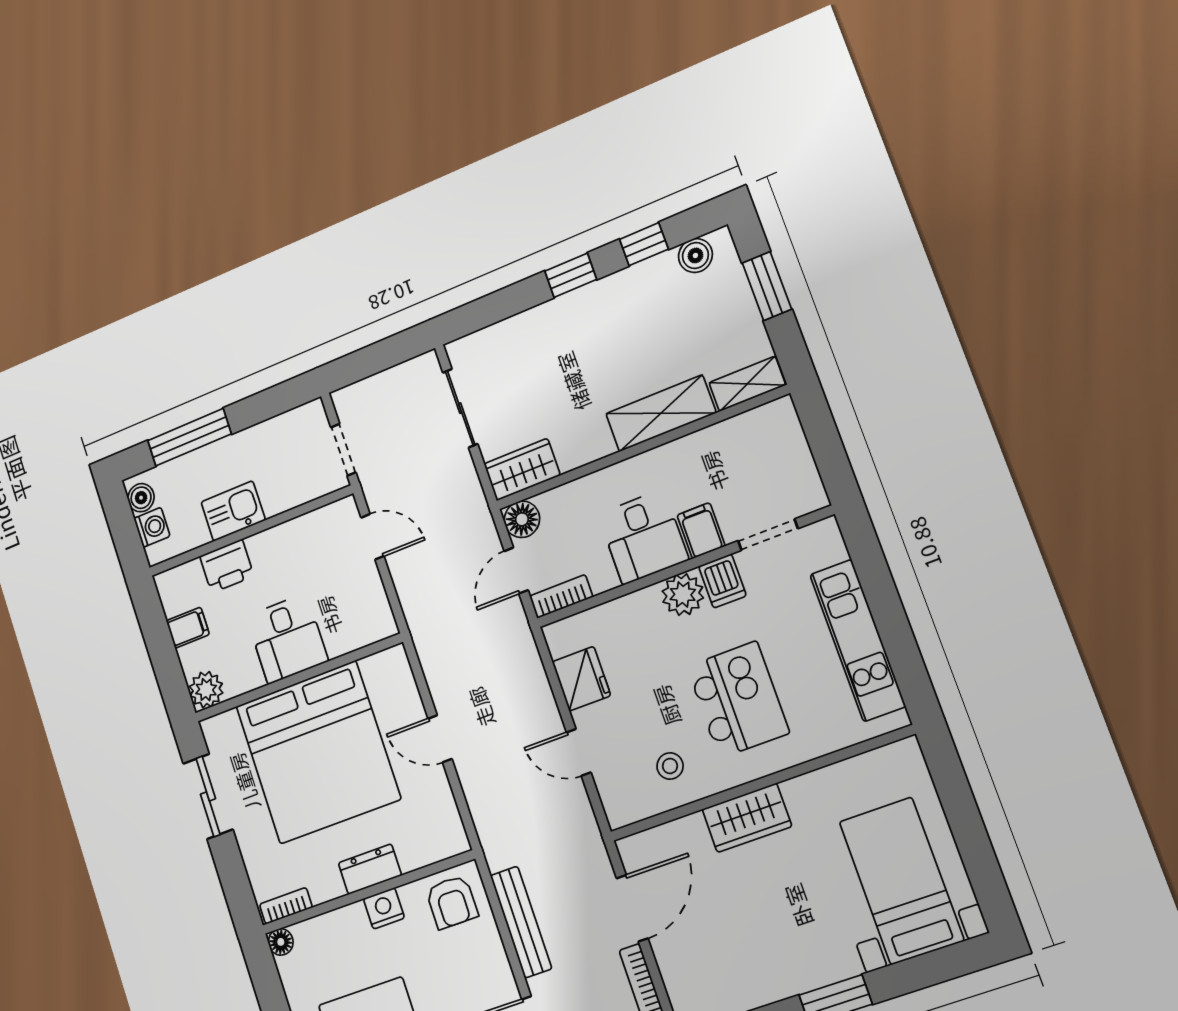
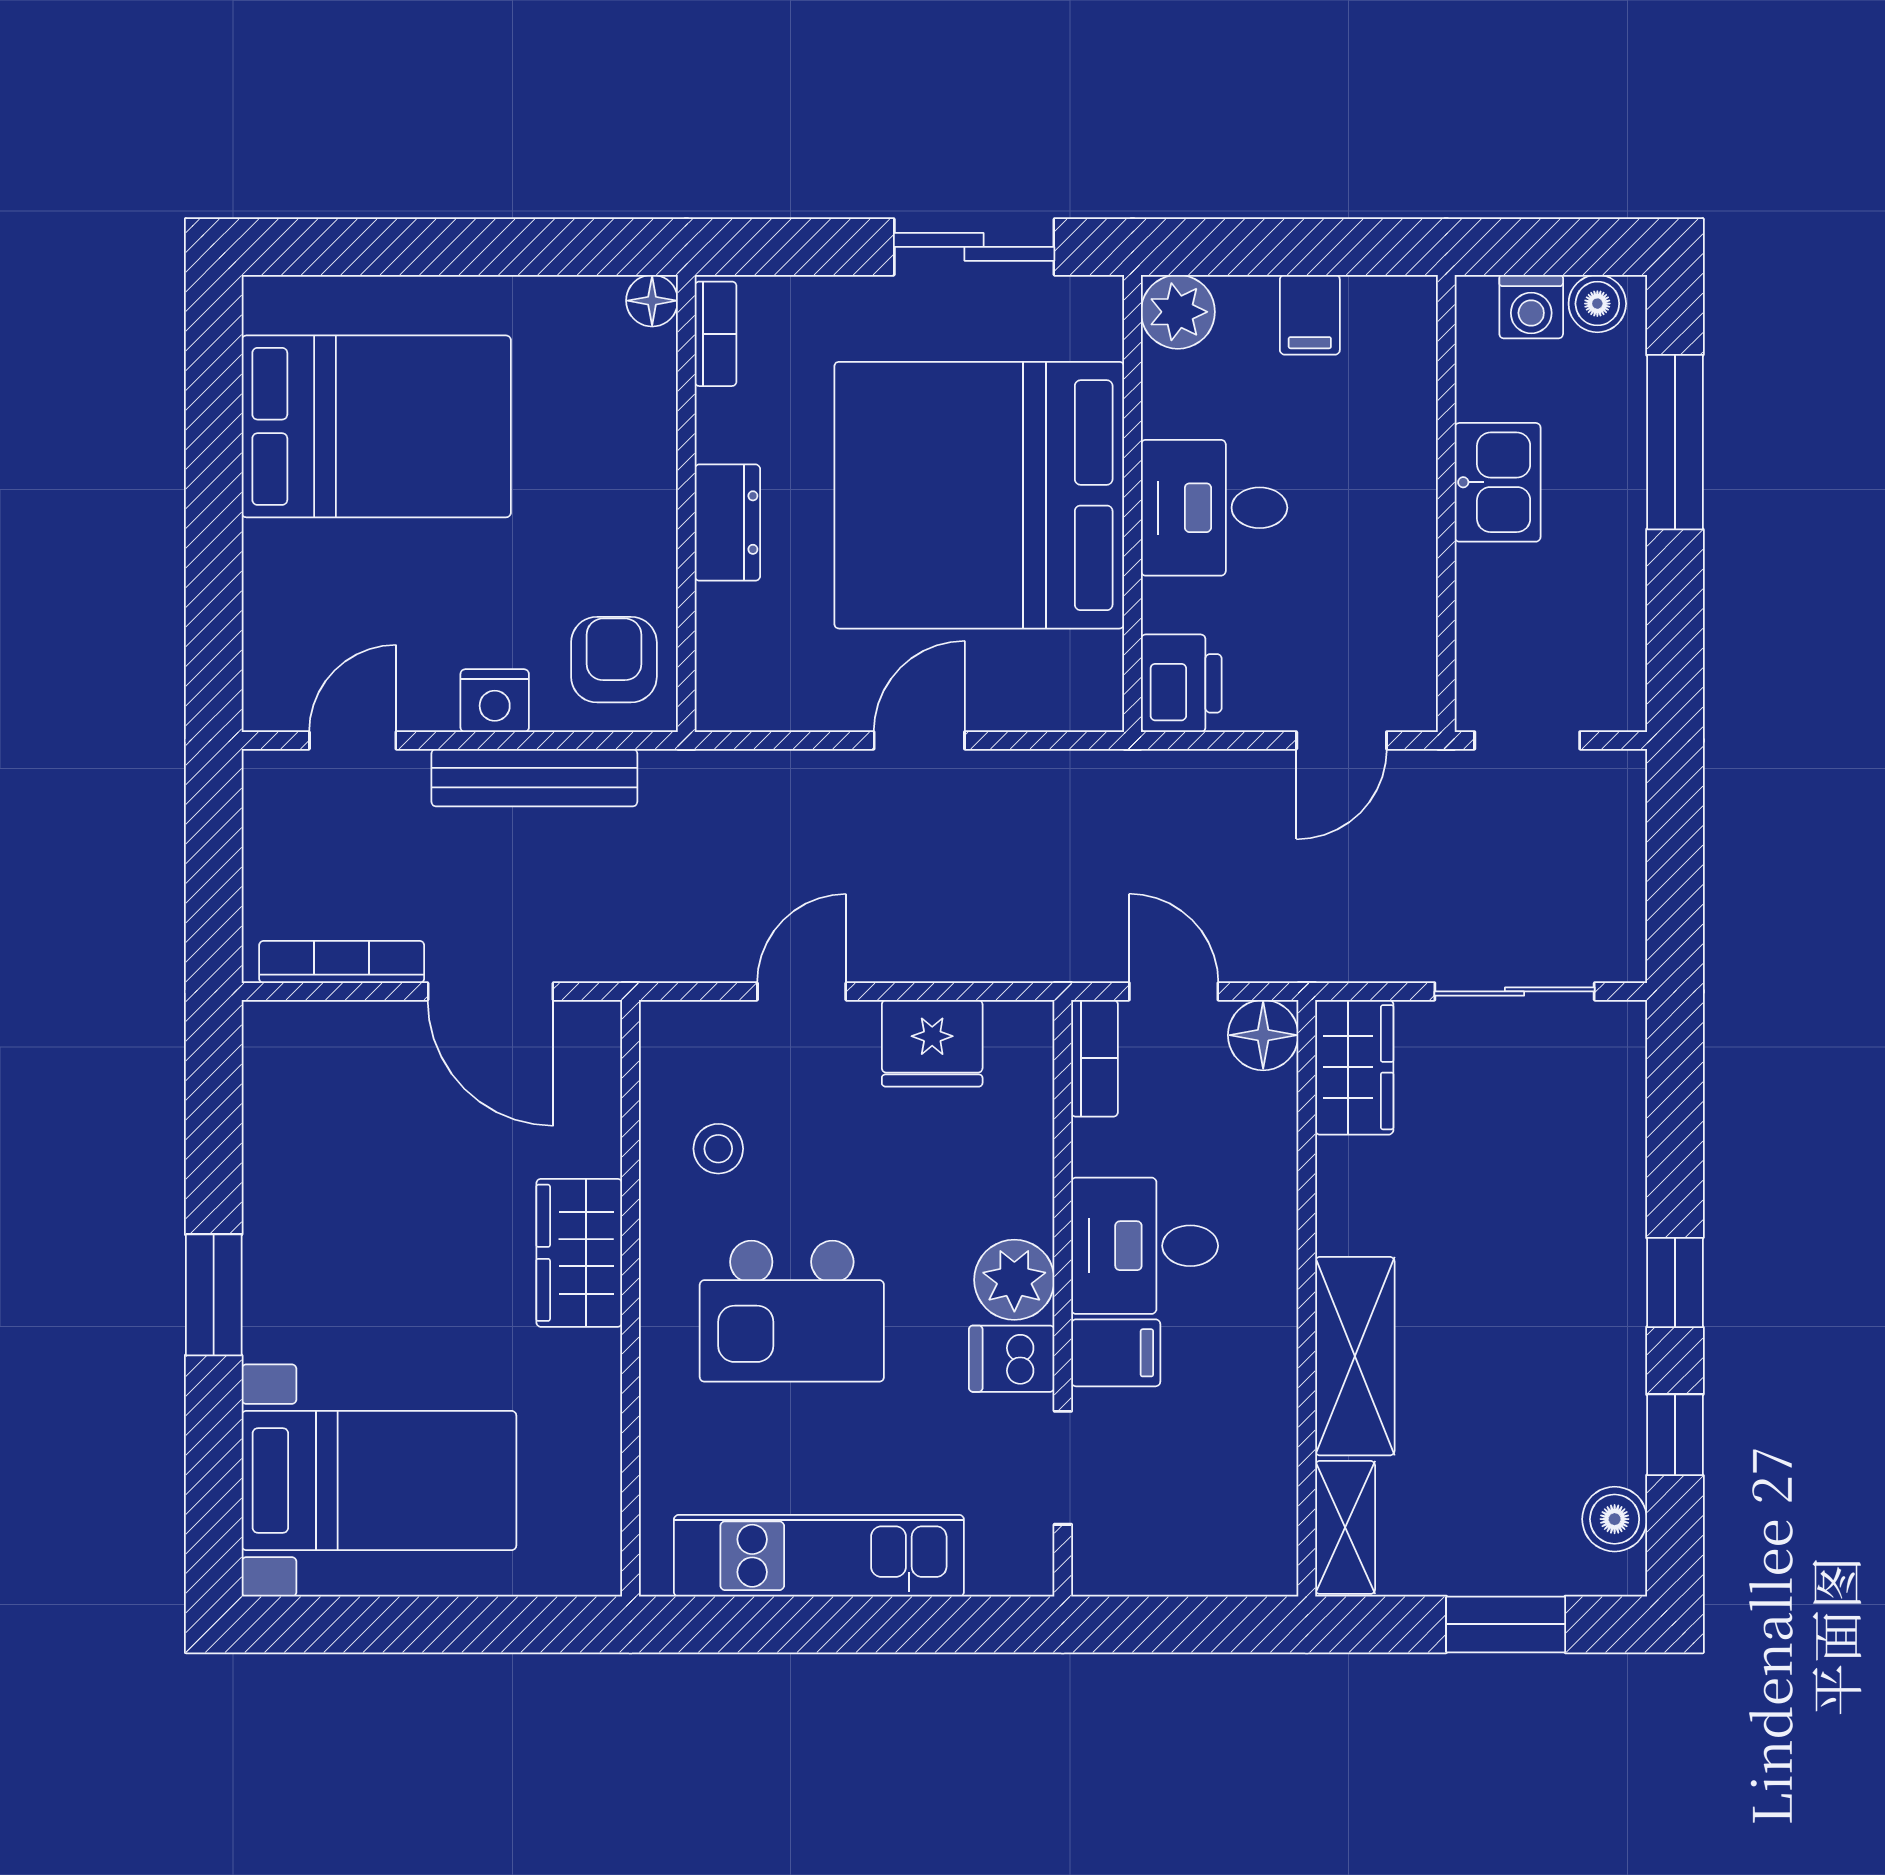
printer: (227, 566) -> (1181, 683), moved, turned 180
armchair: (452, 902) -> (614, 660), turned 90
nightstand: (384, 908) -> (495, 701), moved, turned 90

